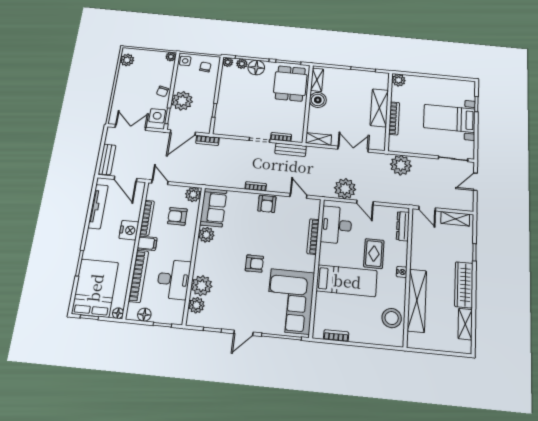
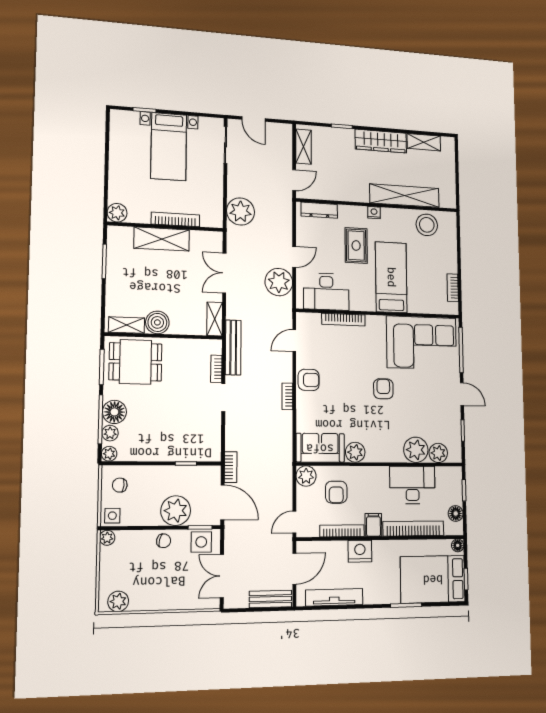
bench: (291, 150) -> (233, 347), width x1.36
rug: (374, 254) -> (356, 245), turned 90

